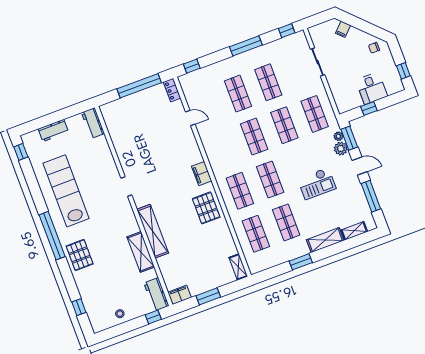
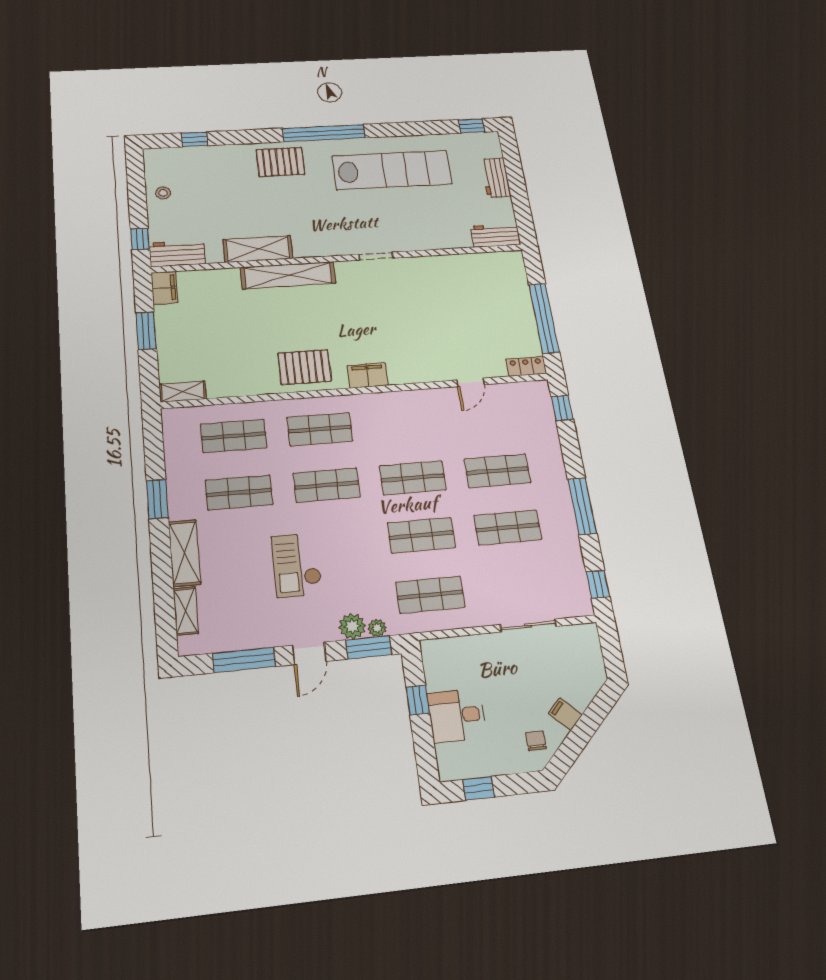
filing cabinet: (343, 29) -> (565, 714), moved

